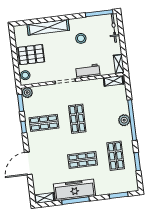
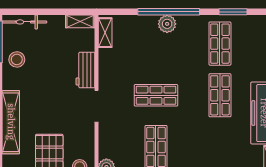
stool: (81, 38) -> (17, 59), moved
shop shelf: (116, 156) -> (220, 44), turned 90

